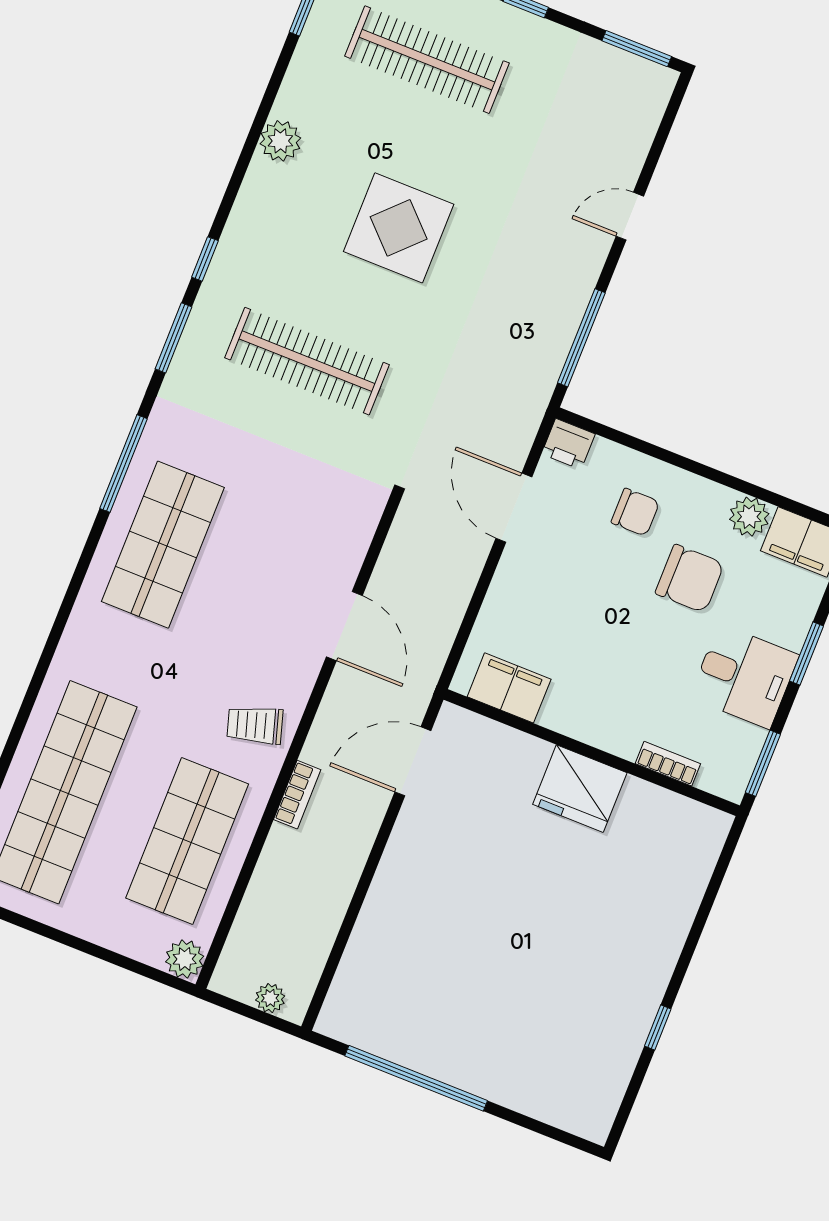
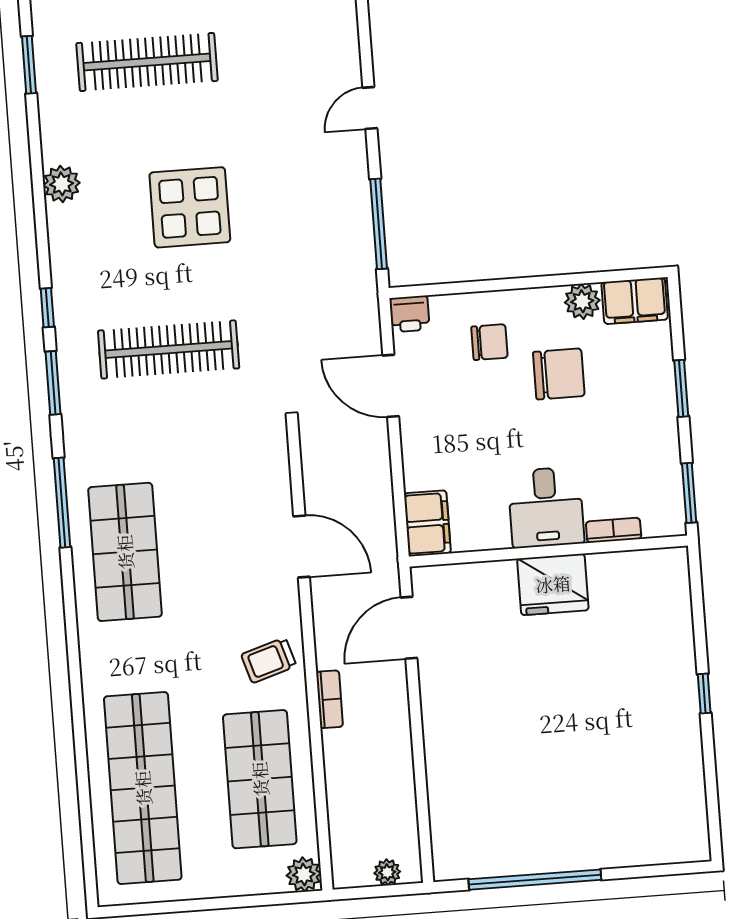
desk: (744, 676) -> (546, 507), moved, turned 90
filing cabinet: (509, 688) -> (427, 523), moved, turned 90
window: (658, 1028) -> (704, 693), moved

